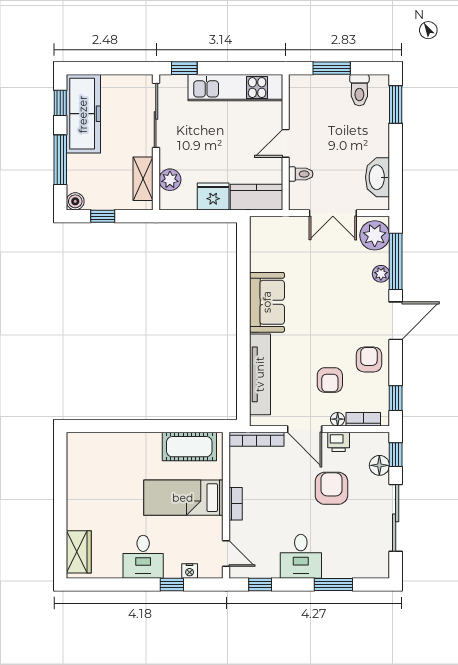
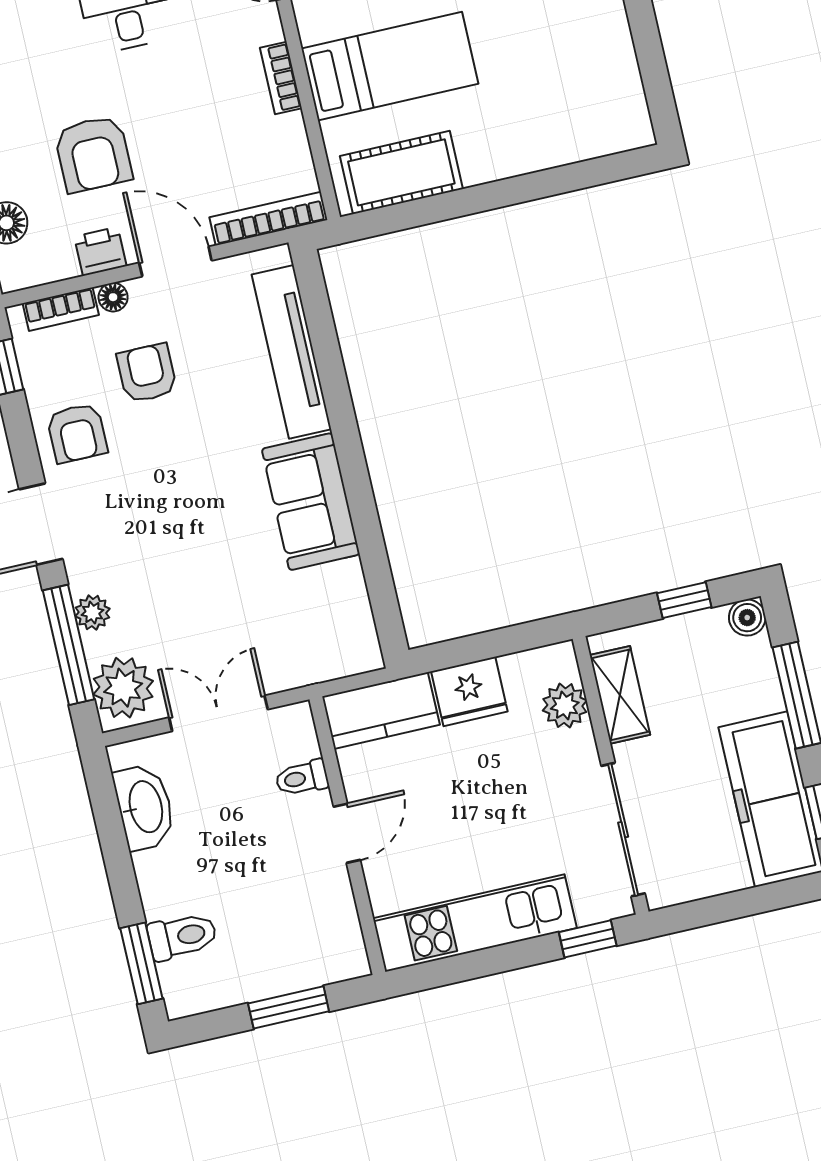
toilet: (359, 90) -> (182, 936), moved, turned 90

